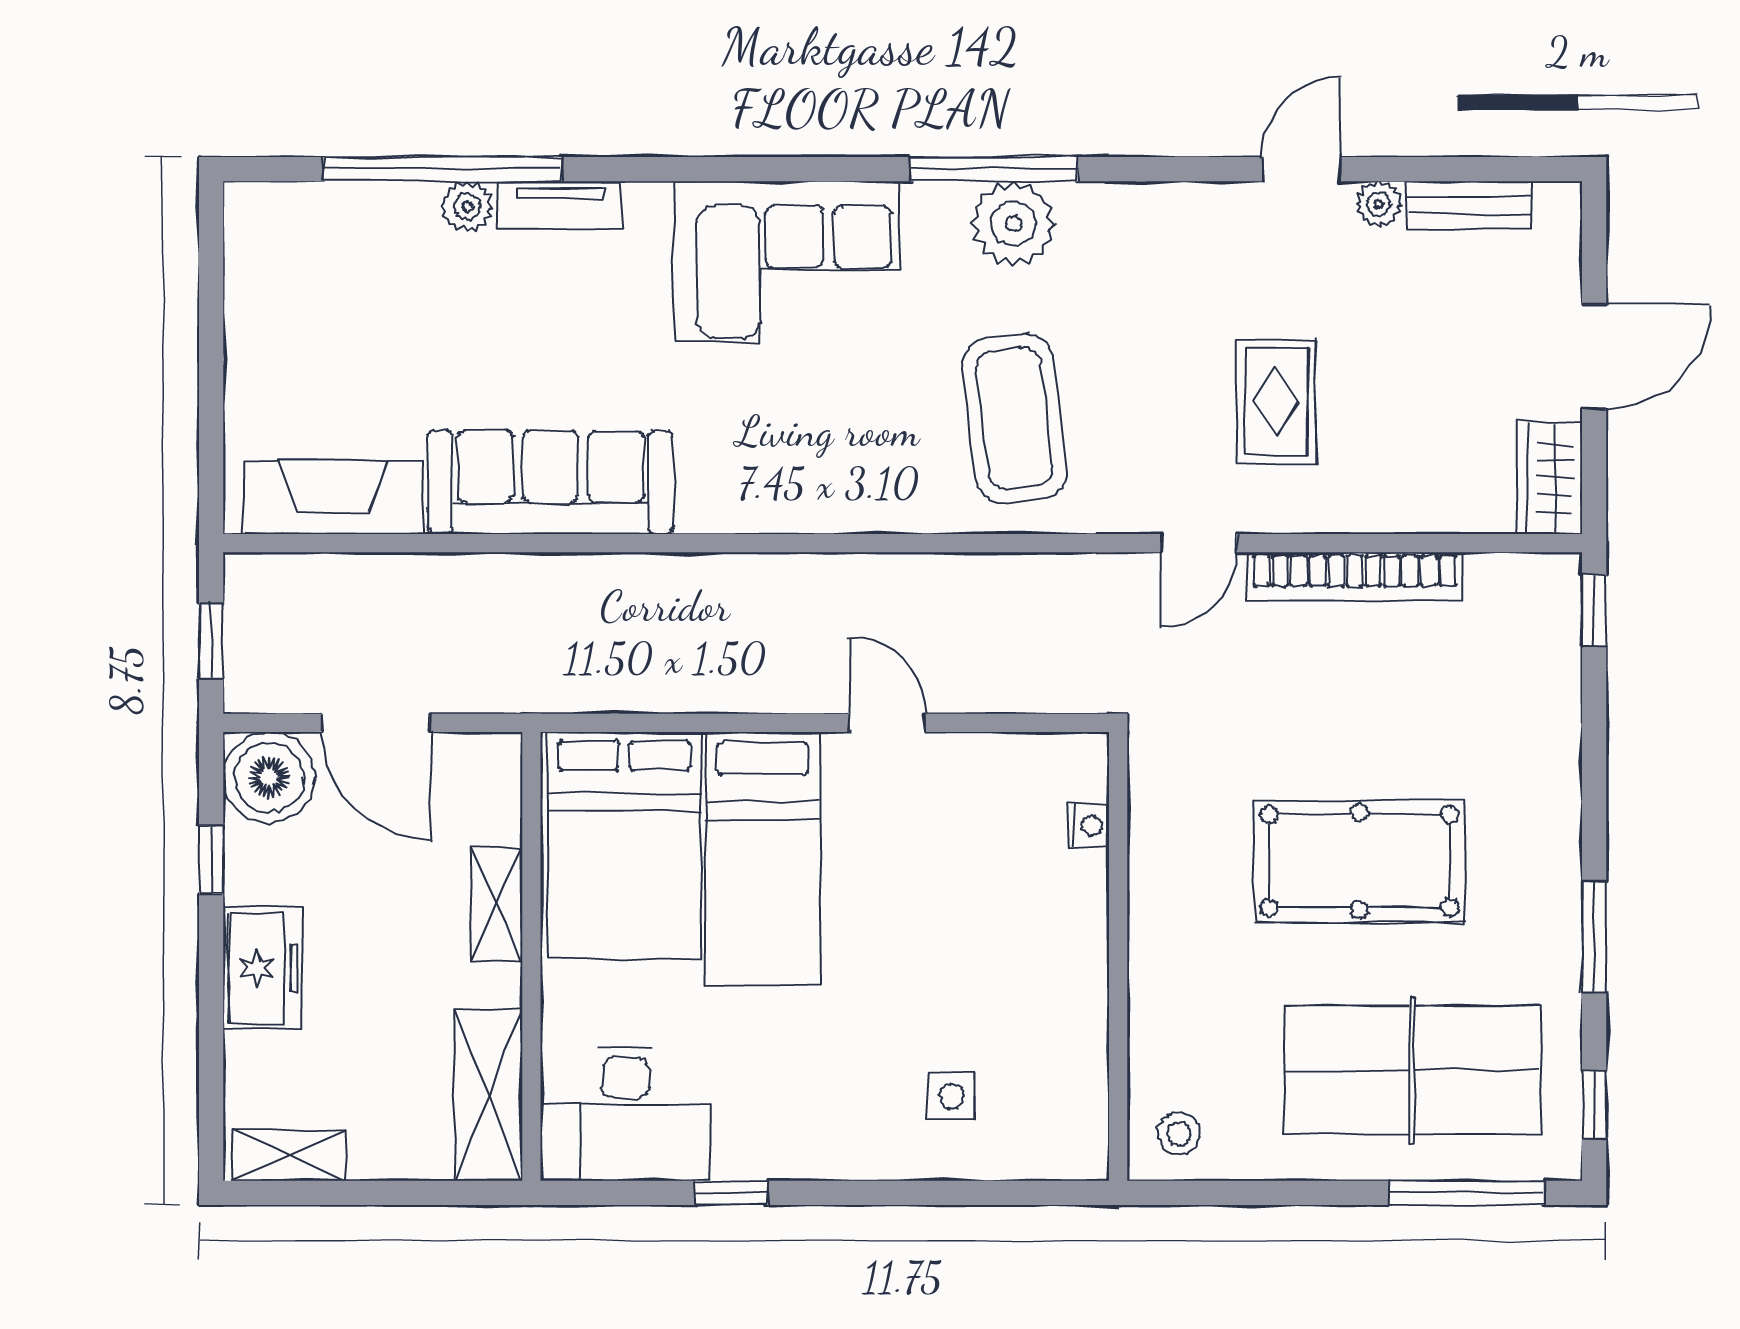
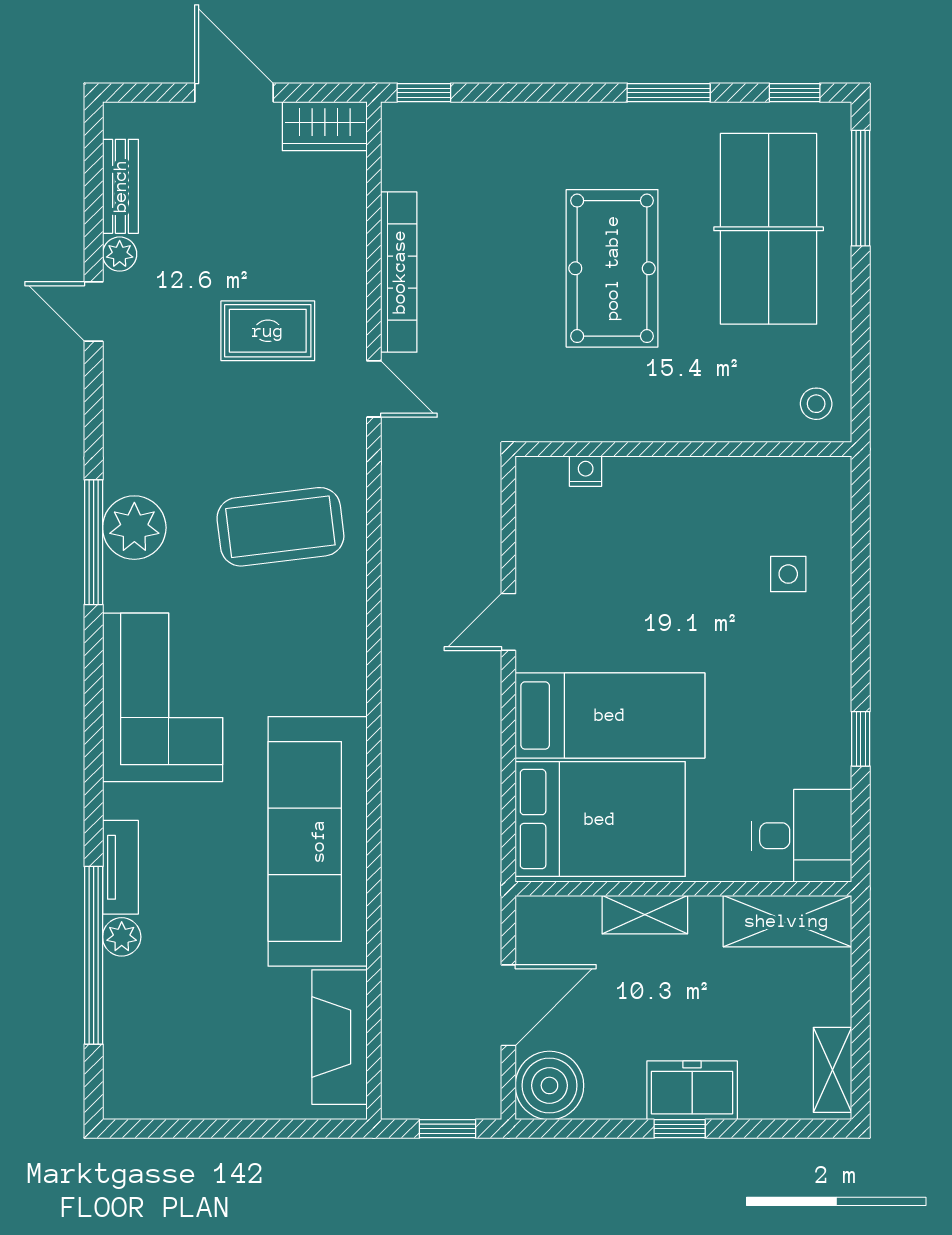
sofa: (550, 482) -> (318, 841), width x1.36, depth x1.27
window: (211, 860) -> (680, 1129), moved
desk: (625, 1114) -> (802, 836), width x0.73

